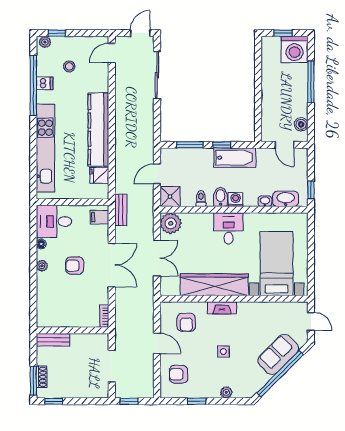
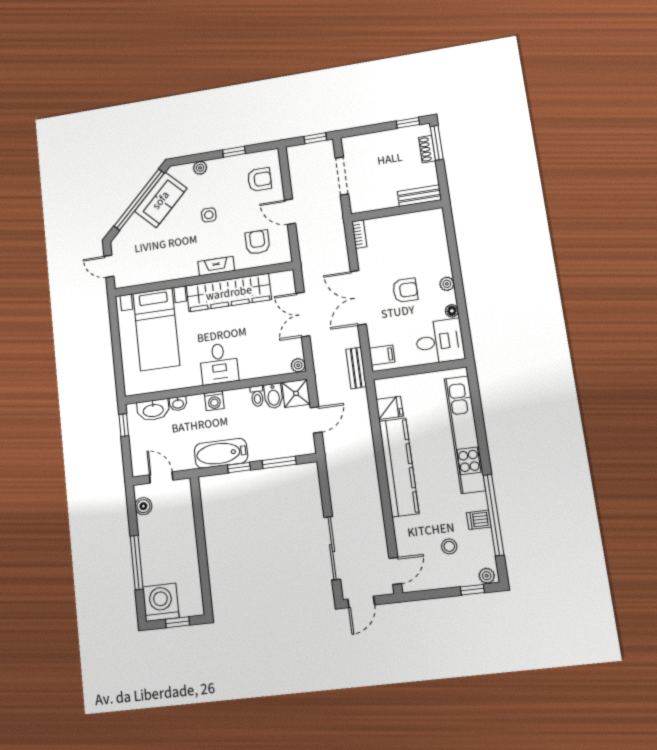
bidet: (220, 197) -> (273, 396), moved
plant: (171, 223) -> (298, 365), width x0.53, depth x0.53
sofa: (278, 354) -> (161, 200), moved

